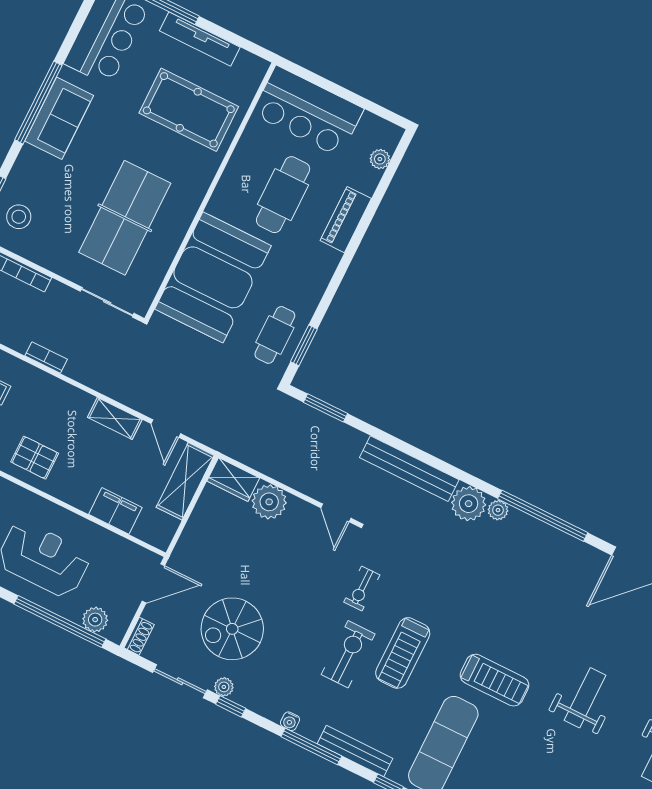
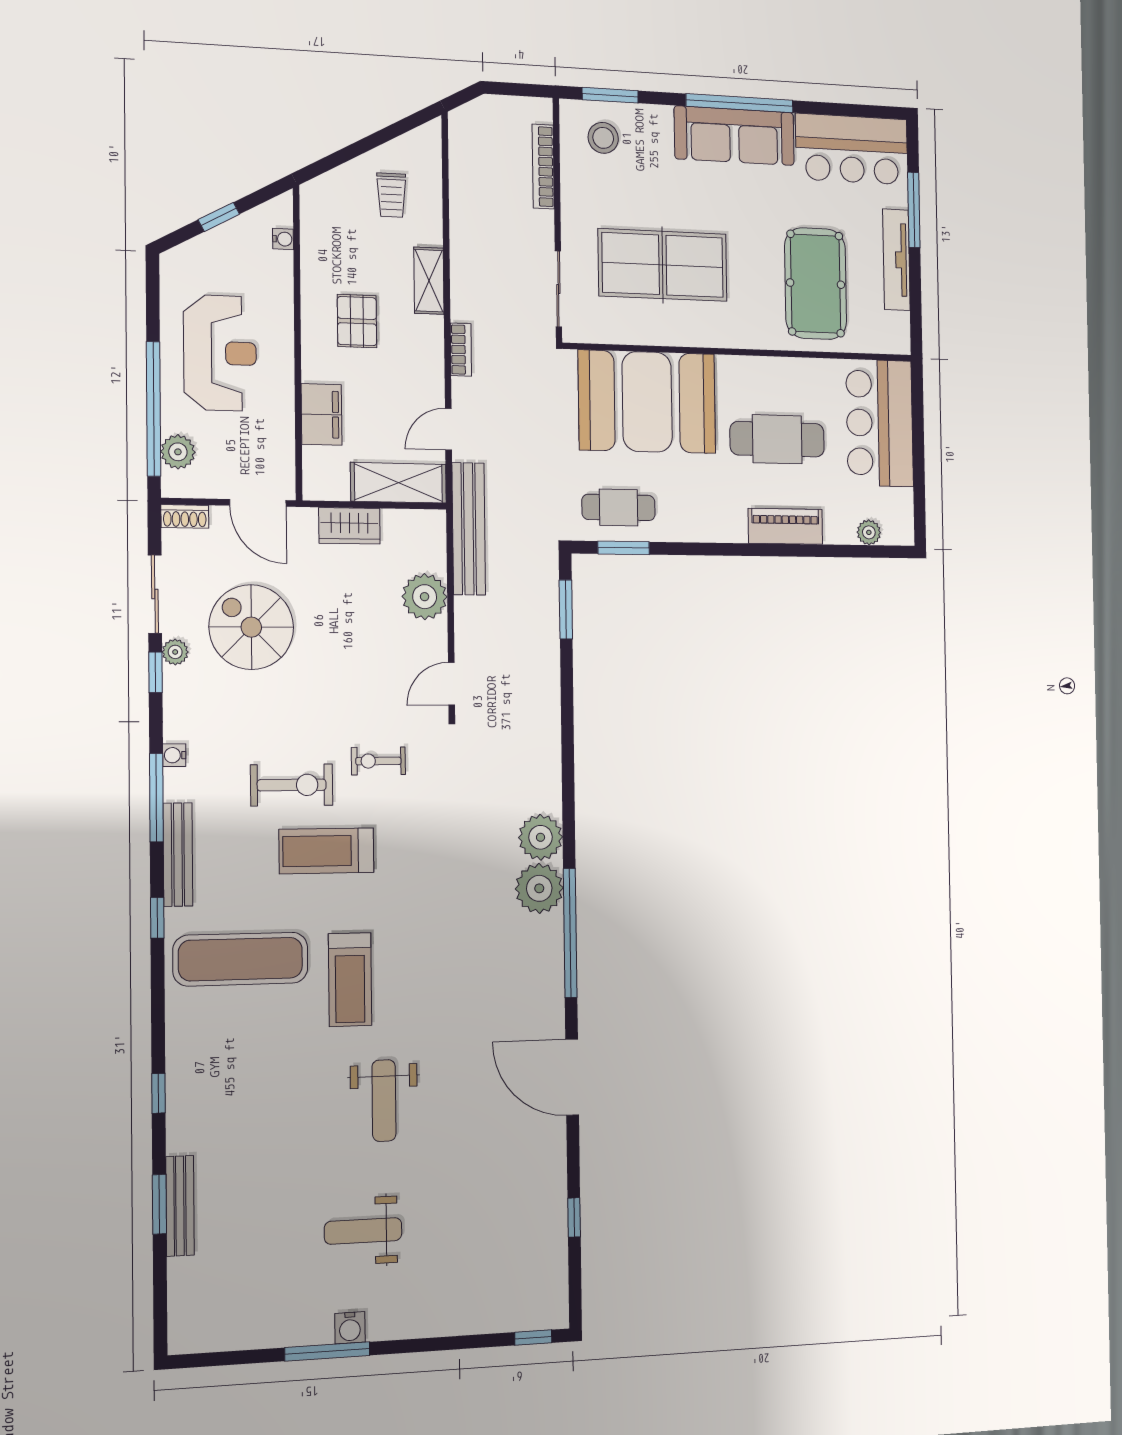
sofa: (59, 118) -> (734, 136), width x1.36
bookcase: (46, 358) -> (461, 350), moved
shelving: (115, 418) -> (429, 281), moved
pallet: (35, 458) -> (357, 321), moved
bench: (409, 469) -> (469, 529), moved
wardrobe: (233, 479) -> (349, 526), moved, turned -90
plant: (498, 510) -> (539, 888), width x1.88, depth x1.88
weight bench: (585, 698) -> (384, 1101), turned 90

